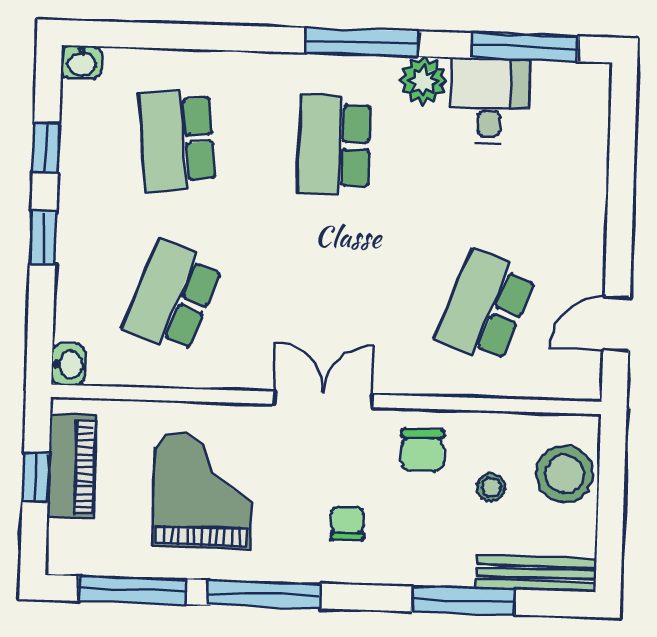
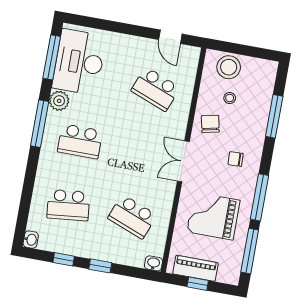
desk: (490, 101) -> (79, 62), width x1.87, depth x1.30
chair: (422, 450) -> (210, 124), turned -102
bench: (536, 574) -> (268, 85), removed

